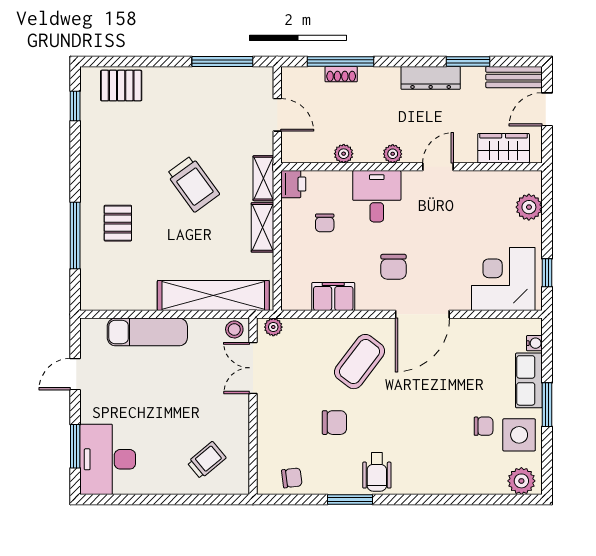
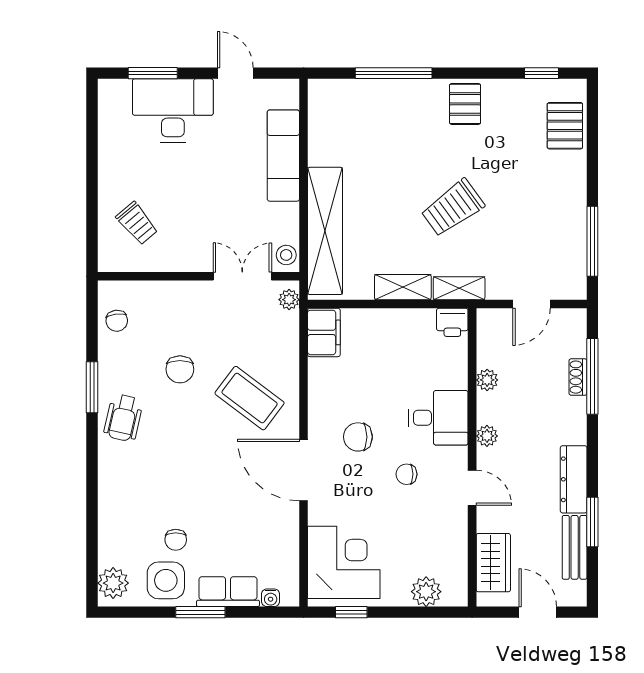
bench: (514, 77) -> (575, 547), moved
pallet: (118, 223) -> (465, 104), moved, turned 90
chair: (325, 223) -> (407, 474), moved
filing cabinet: (333, 297) -> (324, 332), moved
desk: (108, 459) -> (173, 110), moved
wheelchair: (377, 472) -> (123, 418), turned -77

